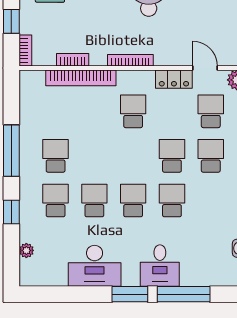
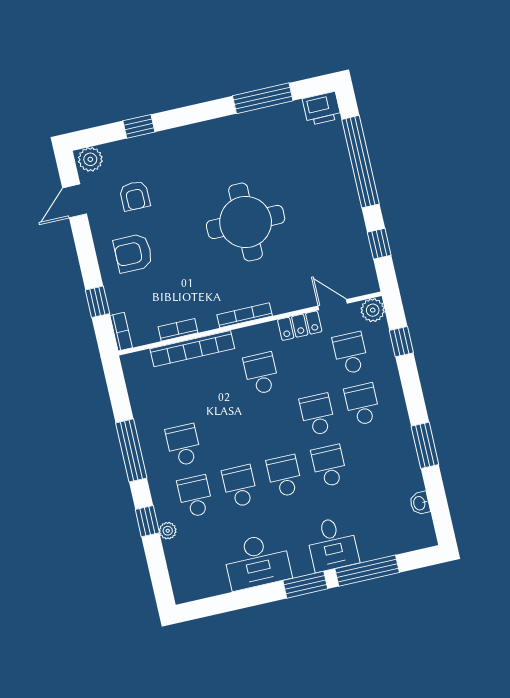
plant: (26, 250) -> (168, 531), moved

